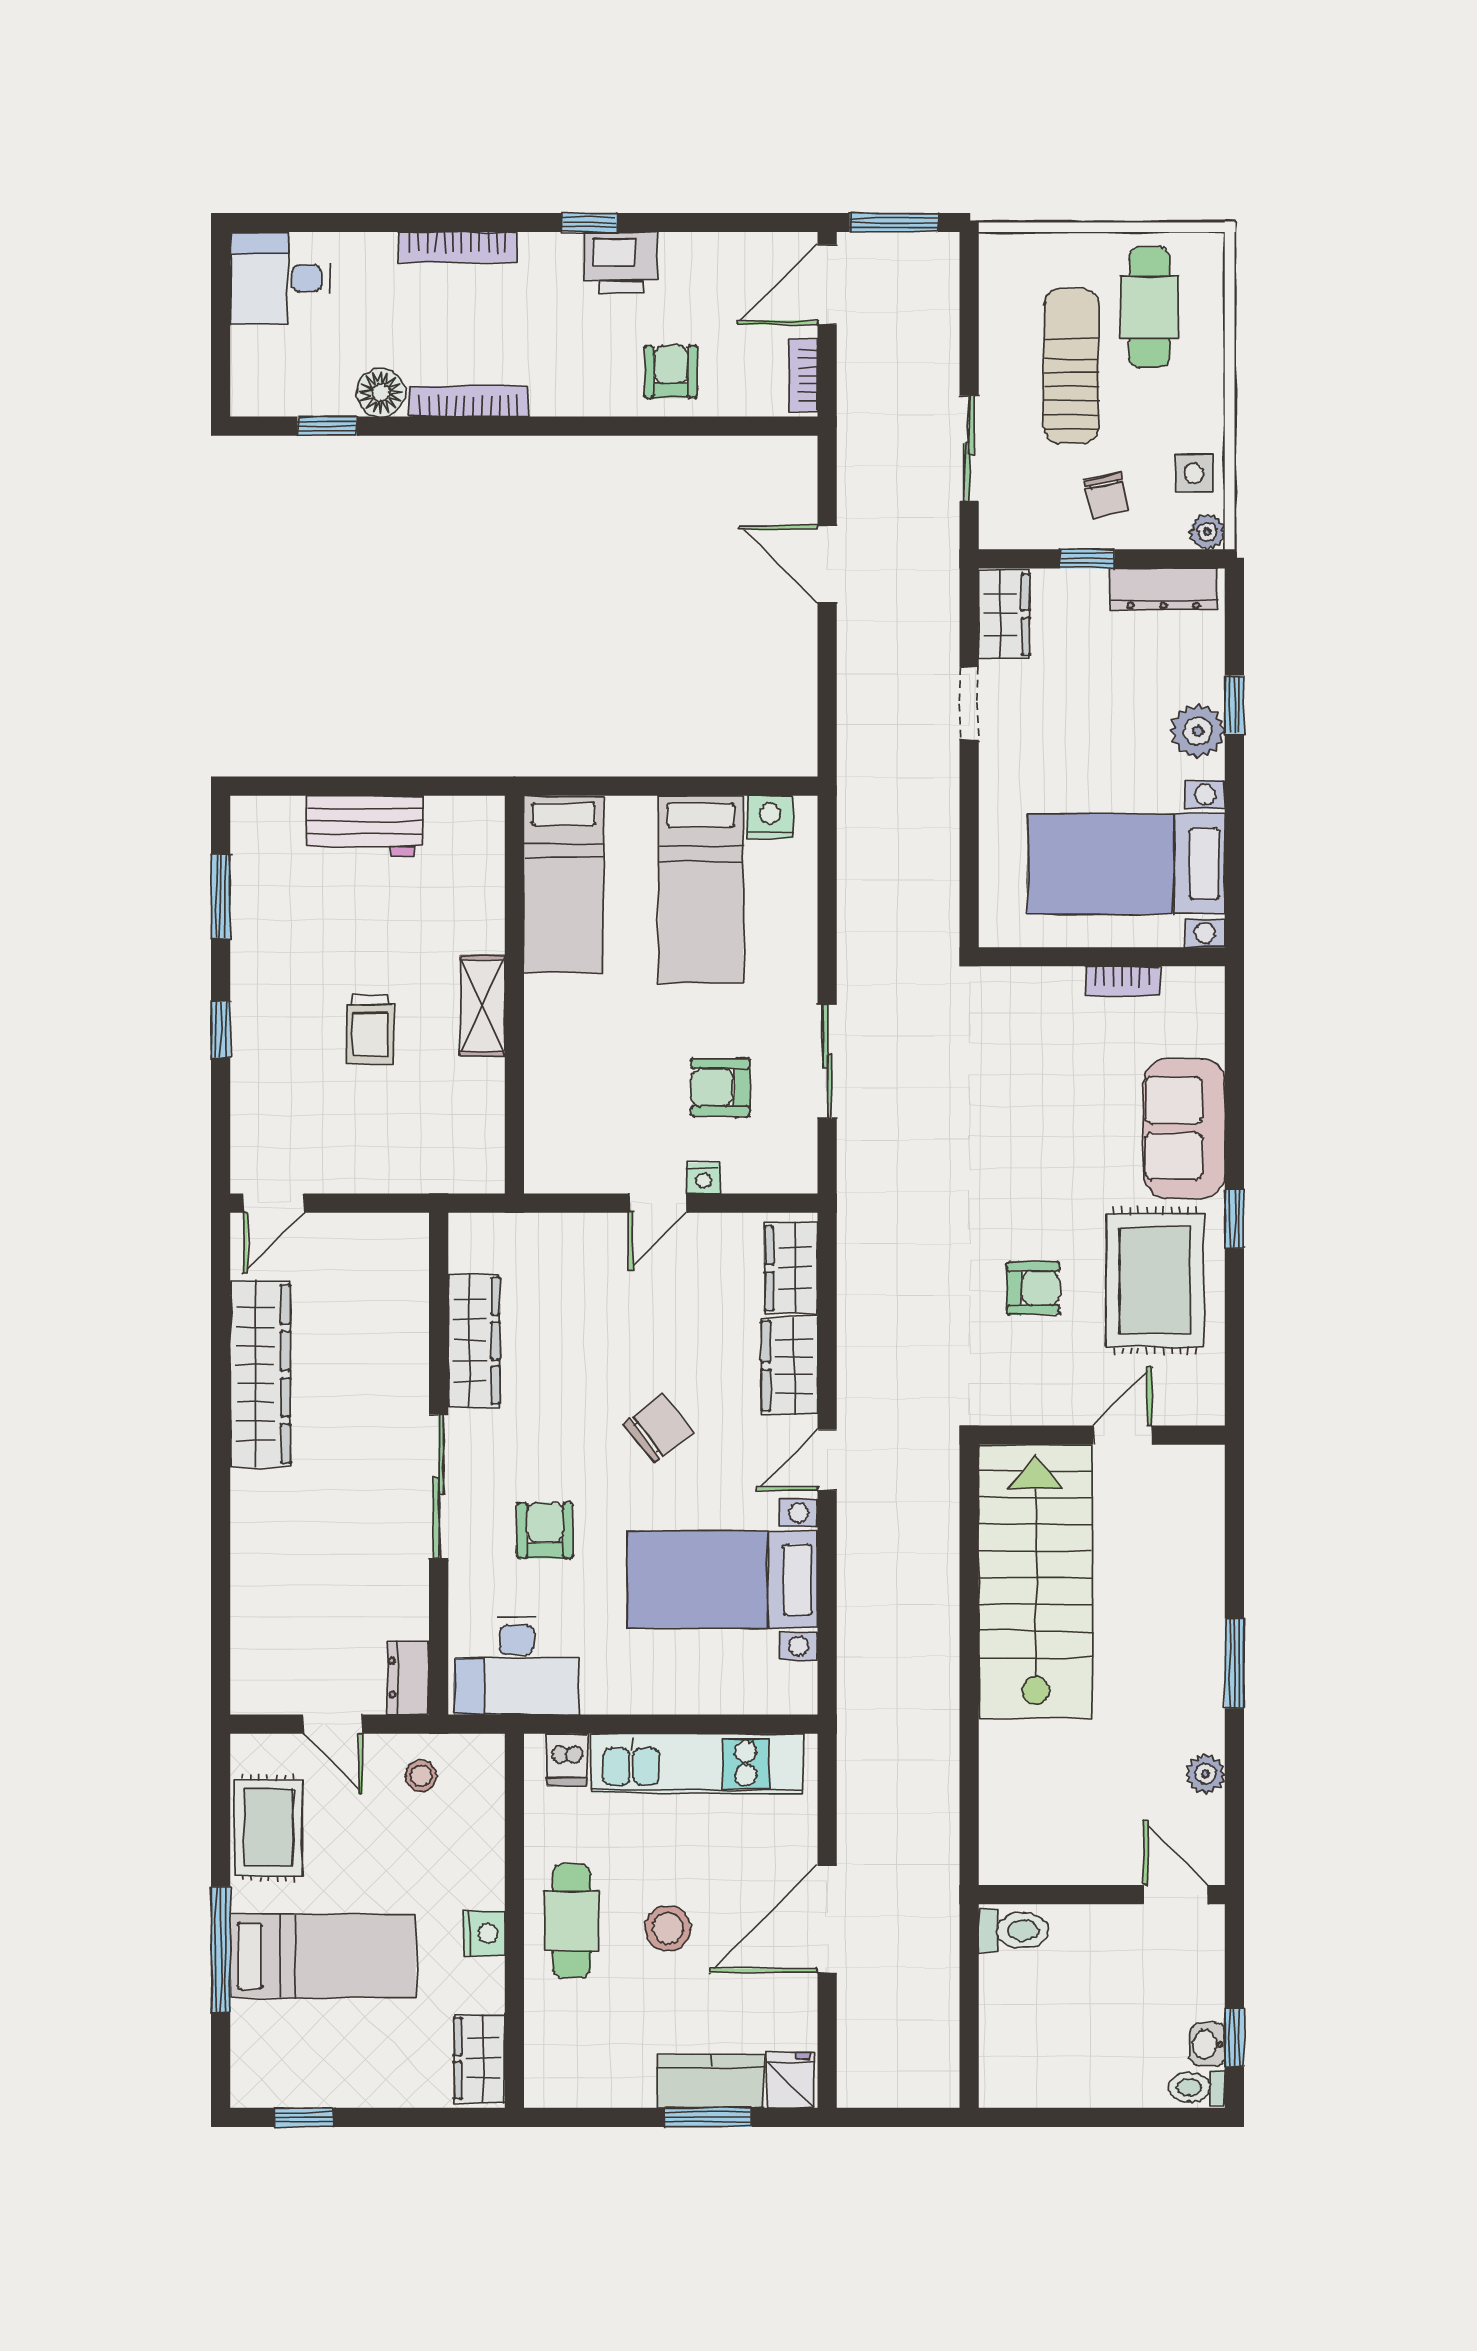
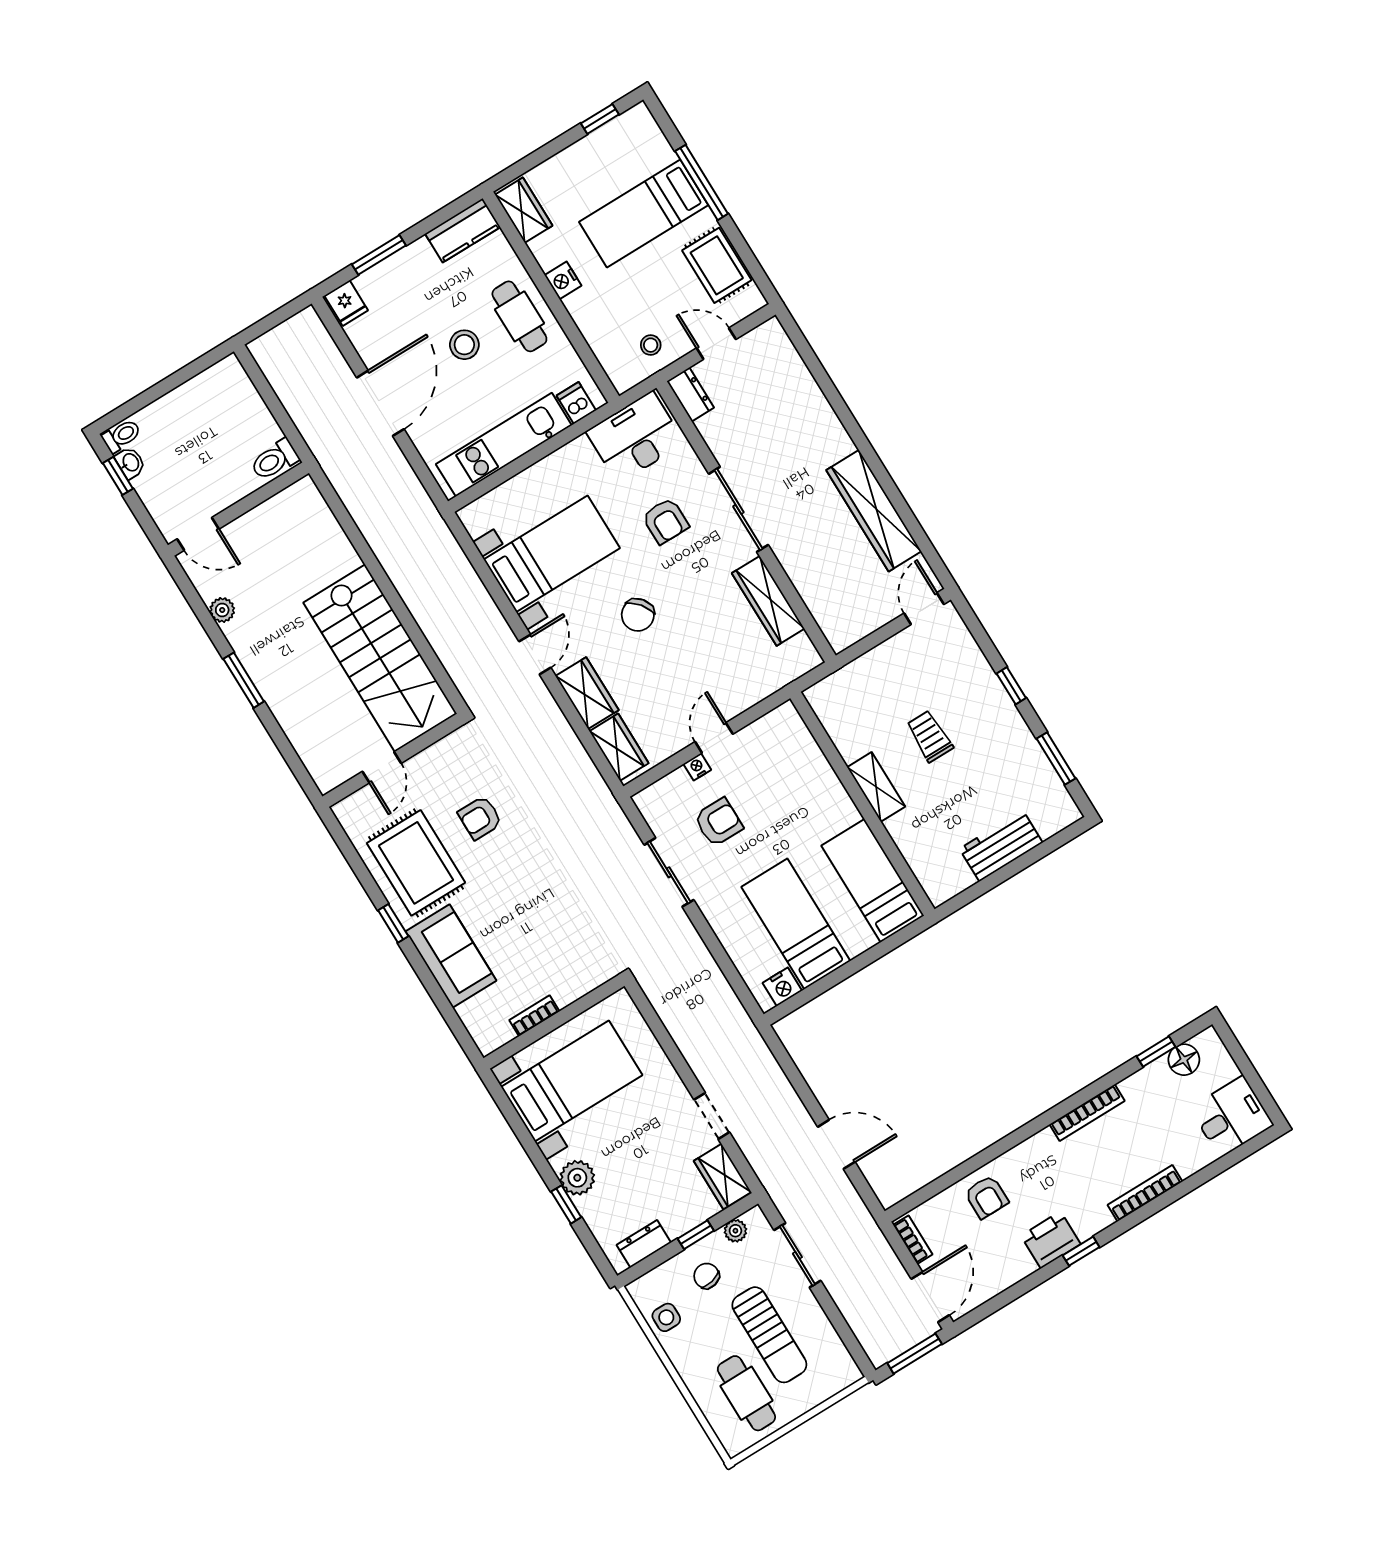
floor lamp: (381, 393) -> (1184, 1060), moved
plant: (1207, 532) -> (735, 1231), moved
dresser: (1164, 589) -> (644, 1244), width x0.70
kitchen counter: (711, 2081) -> (463, 230), moved

